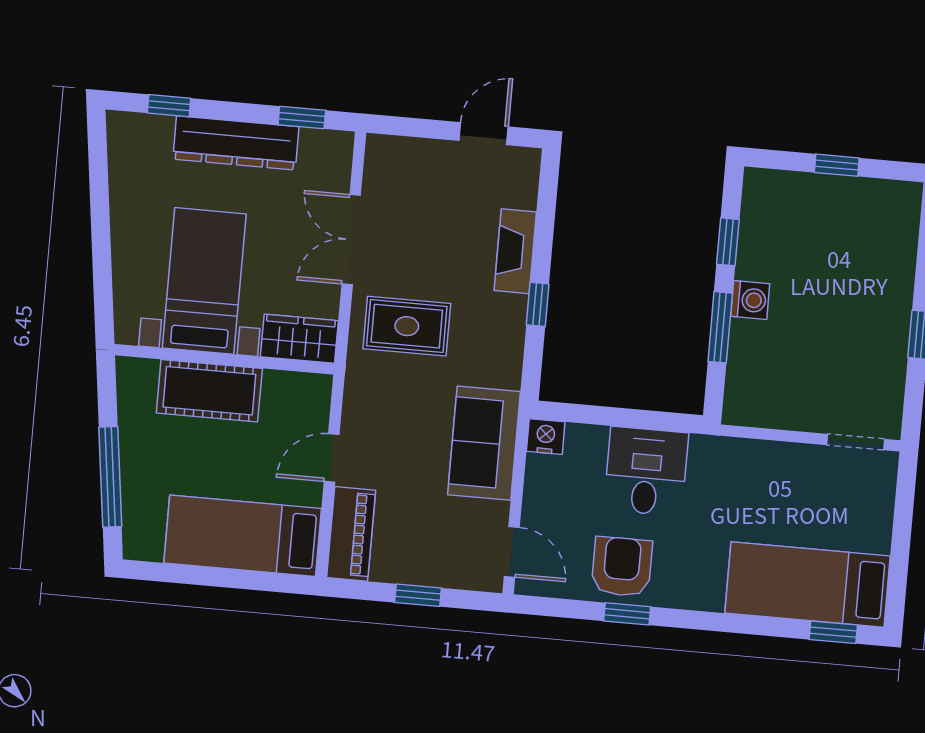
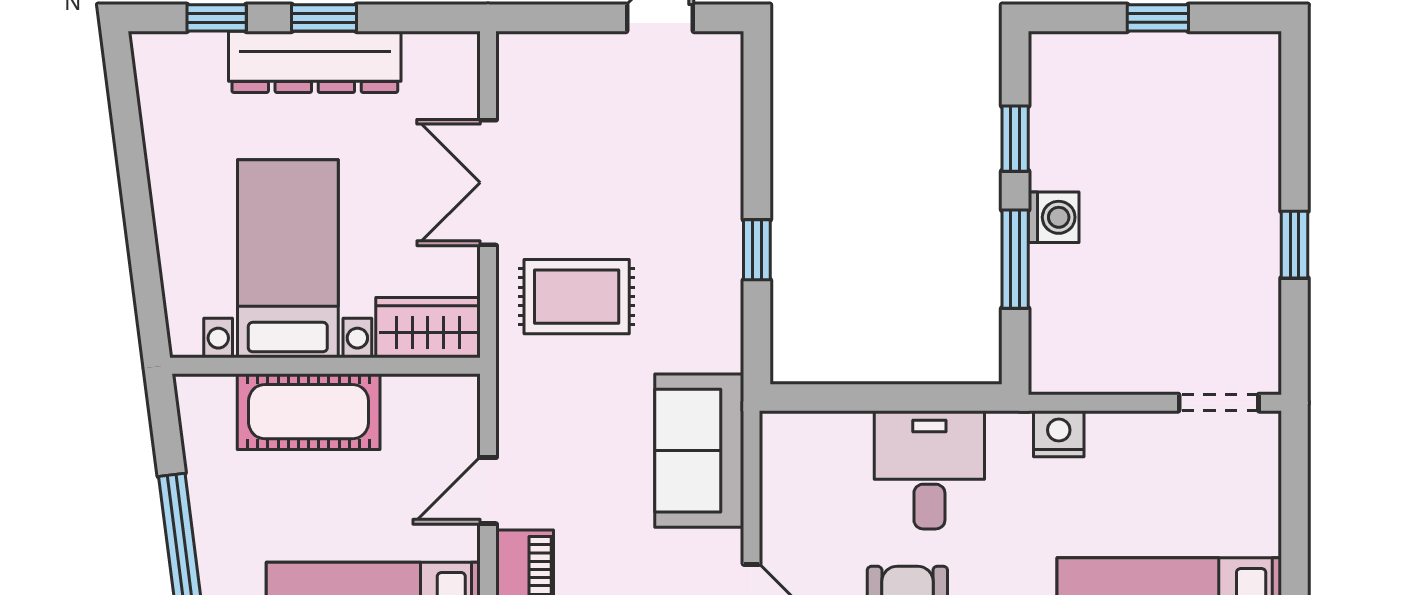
window: (302, 117) -> (324, 18), moved
fireplace: (515, 251) -> (719, 178), removed
nightstand: (546, 437) -> (1059, 434), moved

